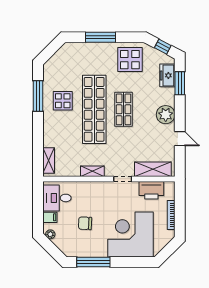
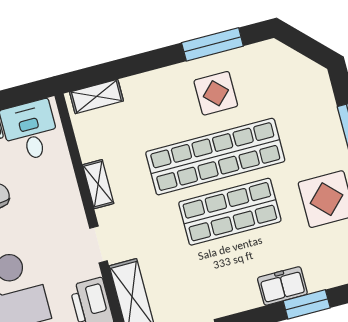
freezer: (167, 75) -> (282, 286), moved
shop shelf: (123, 109) -> (230, 212), width x1.43, depth x1.36
plant: (166, 115) -> (241, 294), removed

